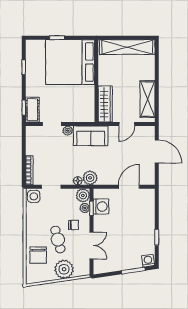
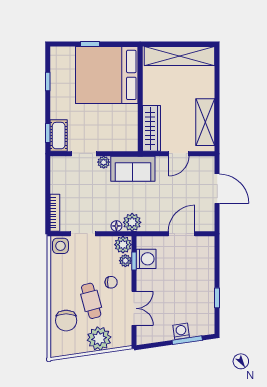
washing machine: (148, 261) -> (181, 331), moved

